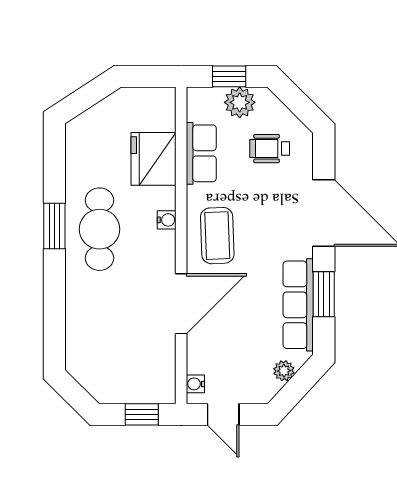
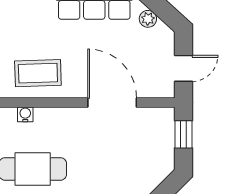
door: (181, 304) -> (112, 102), moved
water cooler: (195, 384) -> (159, 91), removed

